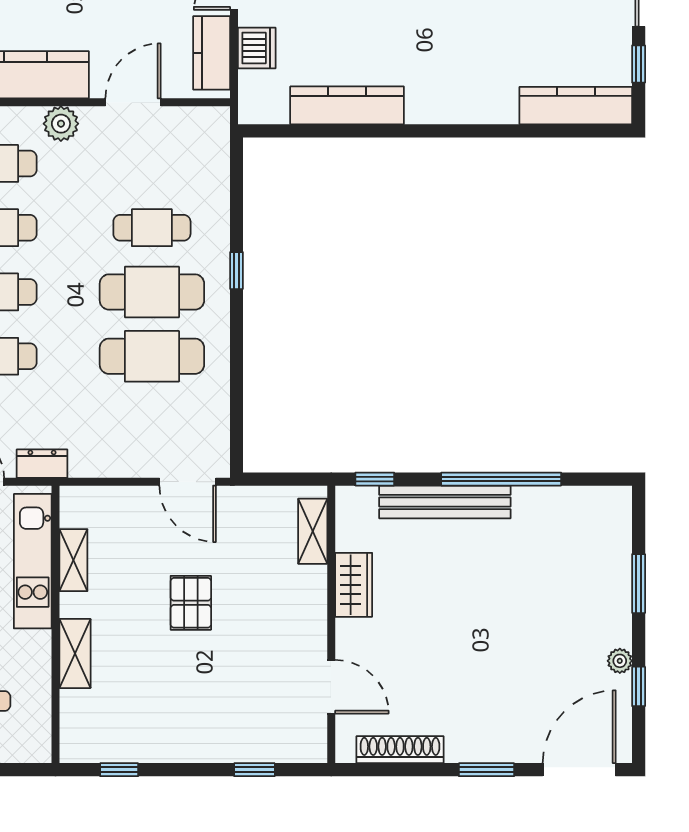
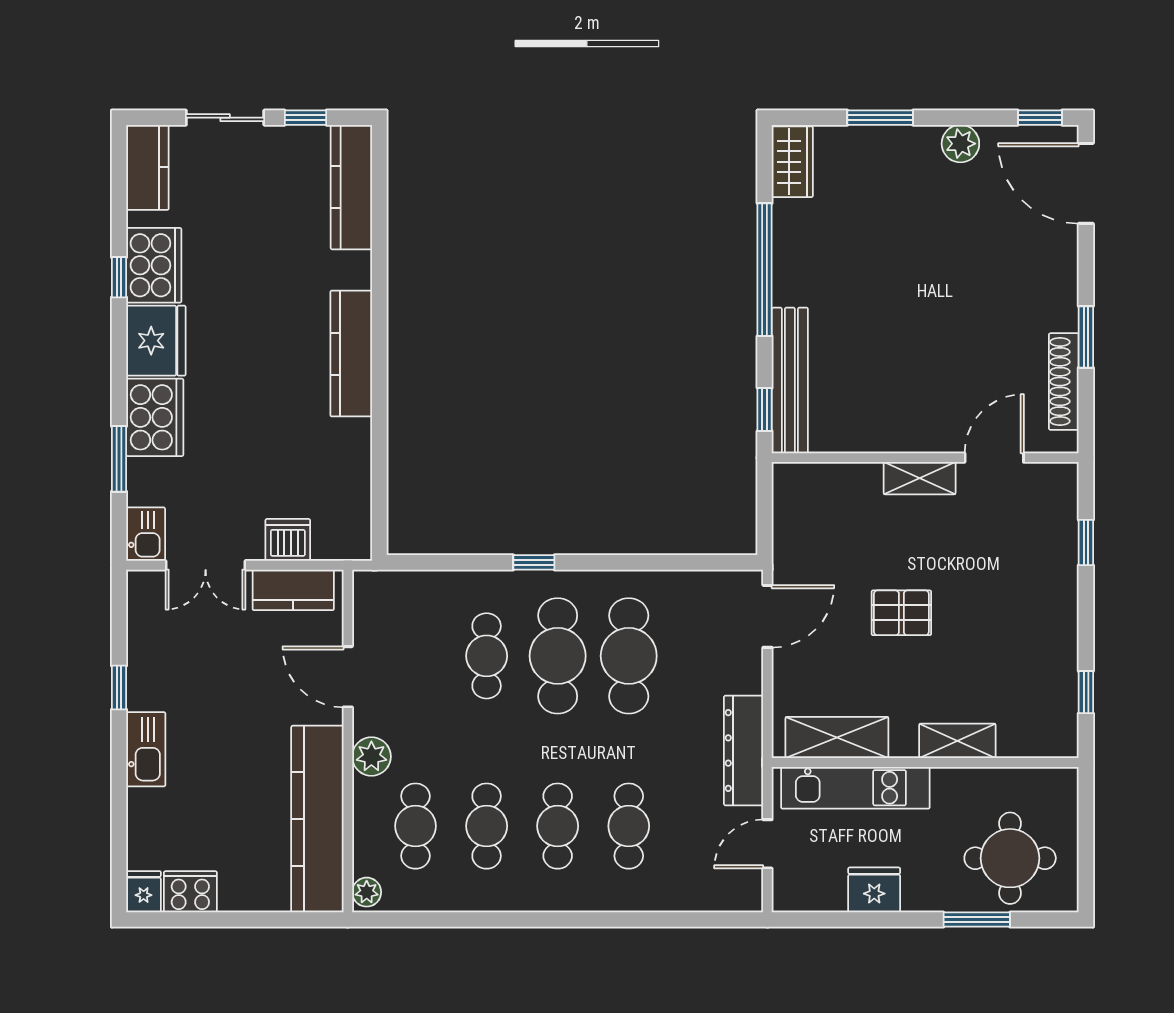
kitchen counter: (347, 105) -> (351, 354), moved
dresser: (42, 464) -> (744, 751), width x1.96, depth x1.24
bench: (445, 502) -> (790, 380), moved
shelving: (313, 531) -> (920, 478), moved
shelving: (73, 560) -> (837, 738), width x1.50, depth x1.33
wardrobe: (354, 585) -> (792, 162), moved, turned 90
plant: (620, 661) -> (960, 144), width x1.38, depth x1.38
window: (639, 686) -> (1040, 118), moved
window: (486, 770) -> (1086, 337), moved

